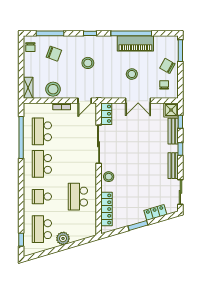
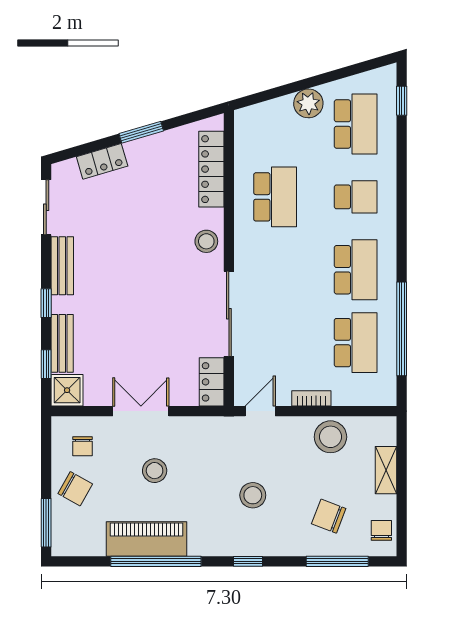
shelving: (28, 88) -> (386, 470), moved

